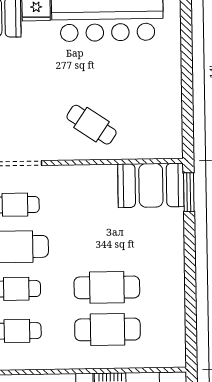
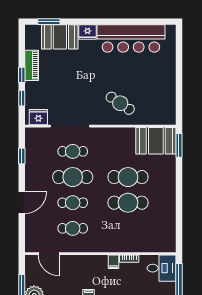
cafe table: (107, 329) -> (128, 177), moved

